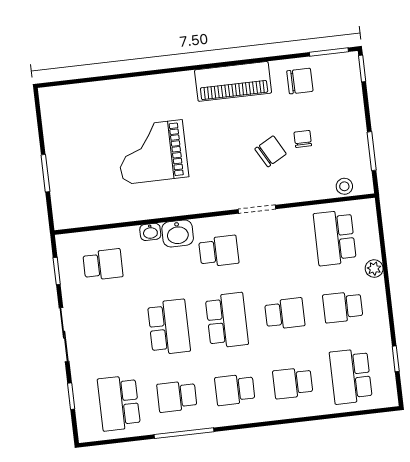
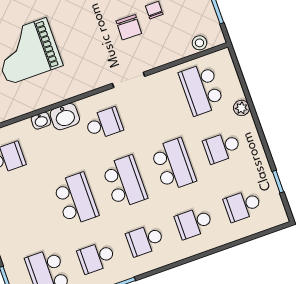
chair: (271, 151) -> (129, 27), turned 120
school desk: (285, 314) -> (173, 165), width x1.85
school desk: (351, 376) -> (243, 206), width x0.54

